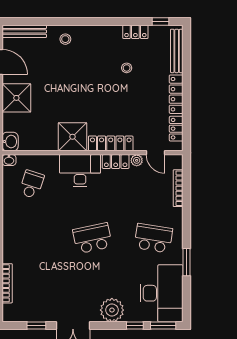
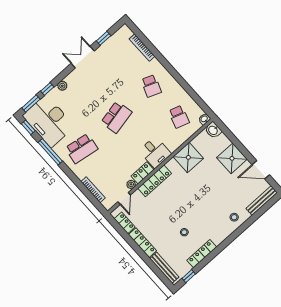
locker: (135, 32) -> (202, 254), width x1.53
shower: (72, 137) -> (188, 157), moved
door: (155, 153) -> (124, 198), swing flipped
desk: (80, 171) -> (155, 152), width x0.73
school desk: (32, 238) -> (151, 86), added
window: (186, 262) -> (50, 152), width x1.44
window: (186, 305) -> (28, 127), added
plant: (112, 310) -> (62, 86), width x0.53, depth x0.53

